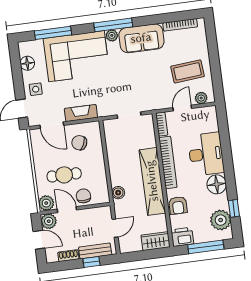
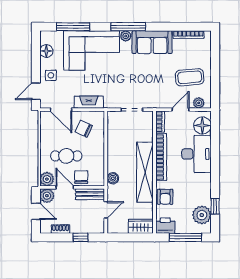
floor lamp: (217, 184) -> (202, 125), moved
bench: (95, 251) -> (90, 194), moved

